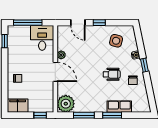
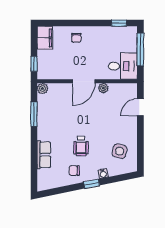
window: (99, 23) -> (140, 132), removed
plant: (66, 104) -> (42, 89), width x0.53, depth x0.53
window: (112, 115) -> (34, 147), removed

